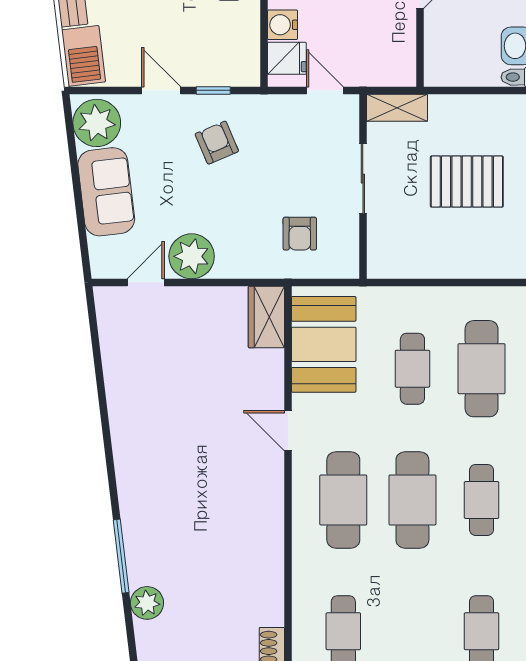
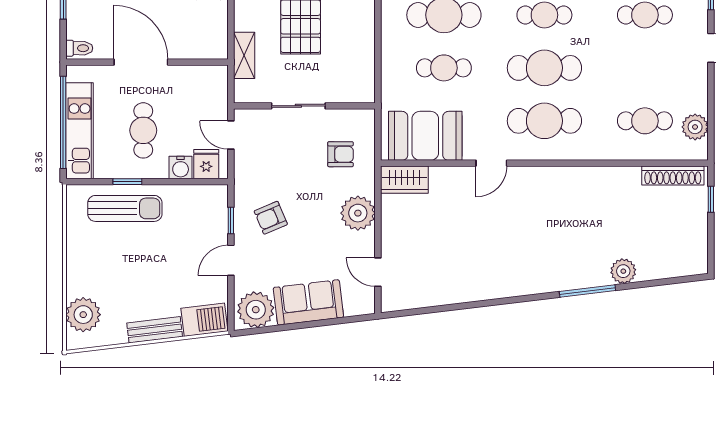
door: (325, 90) -> (231, 135), hinge flipped
shelving: (397, 108) -> (244, 55), moved
plant: (192, 256) -> (358, 213), moved

